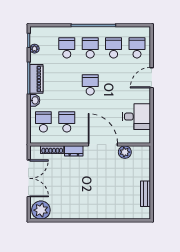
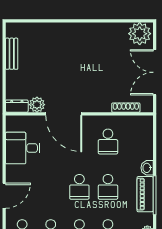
school desk: (43, 122) -> (108, 187), moved
dresser: (74, 151) -> (17, 106), moved

